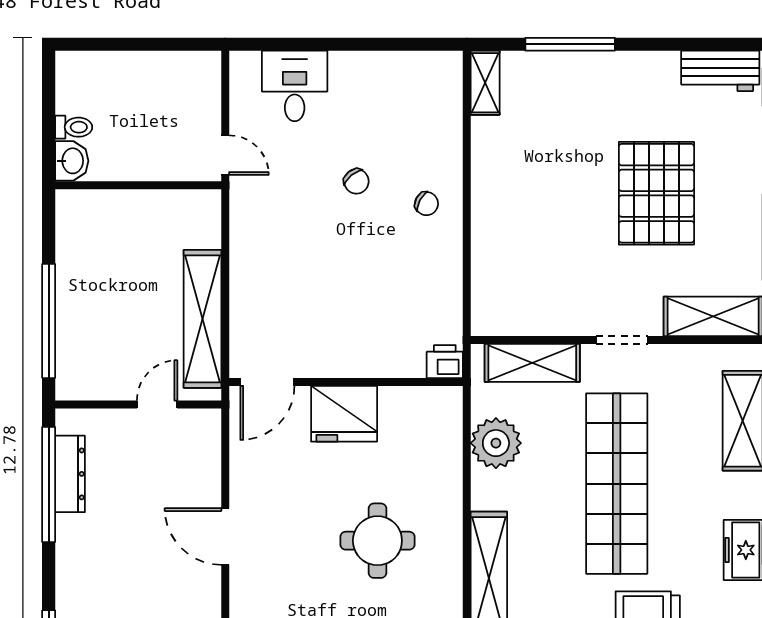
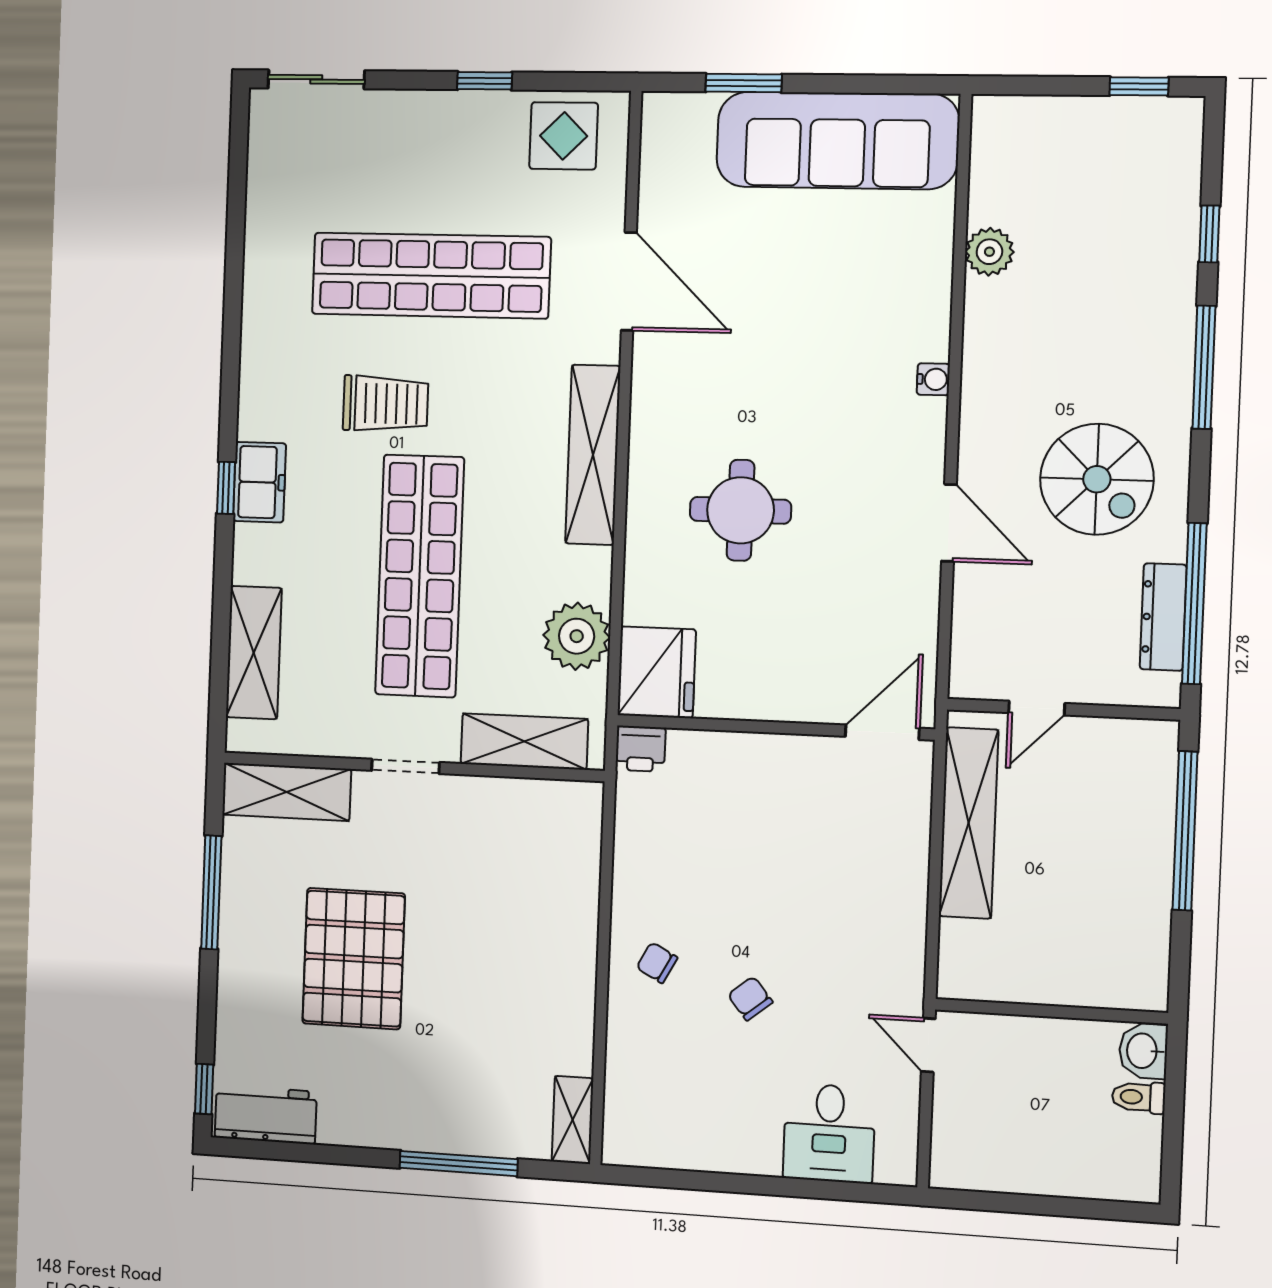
fridge: (344, 414) -> (657, 672), moved, turned 90
spiral stairs: (121, 572) -> (1097, 479), added

